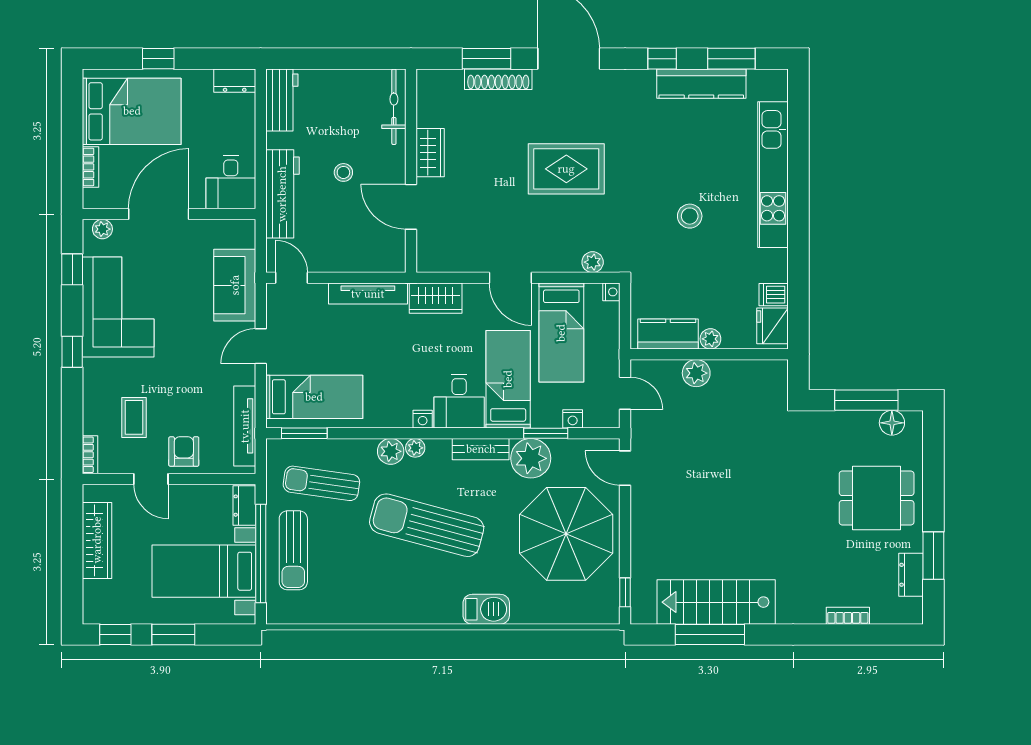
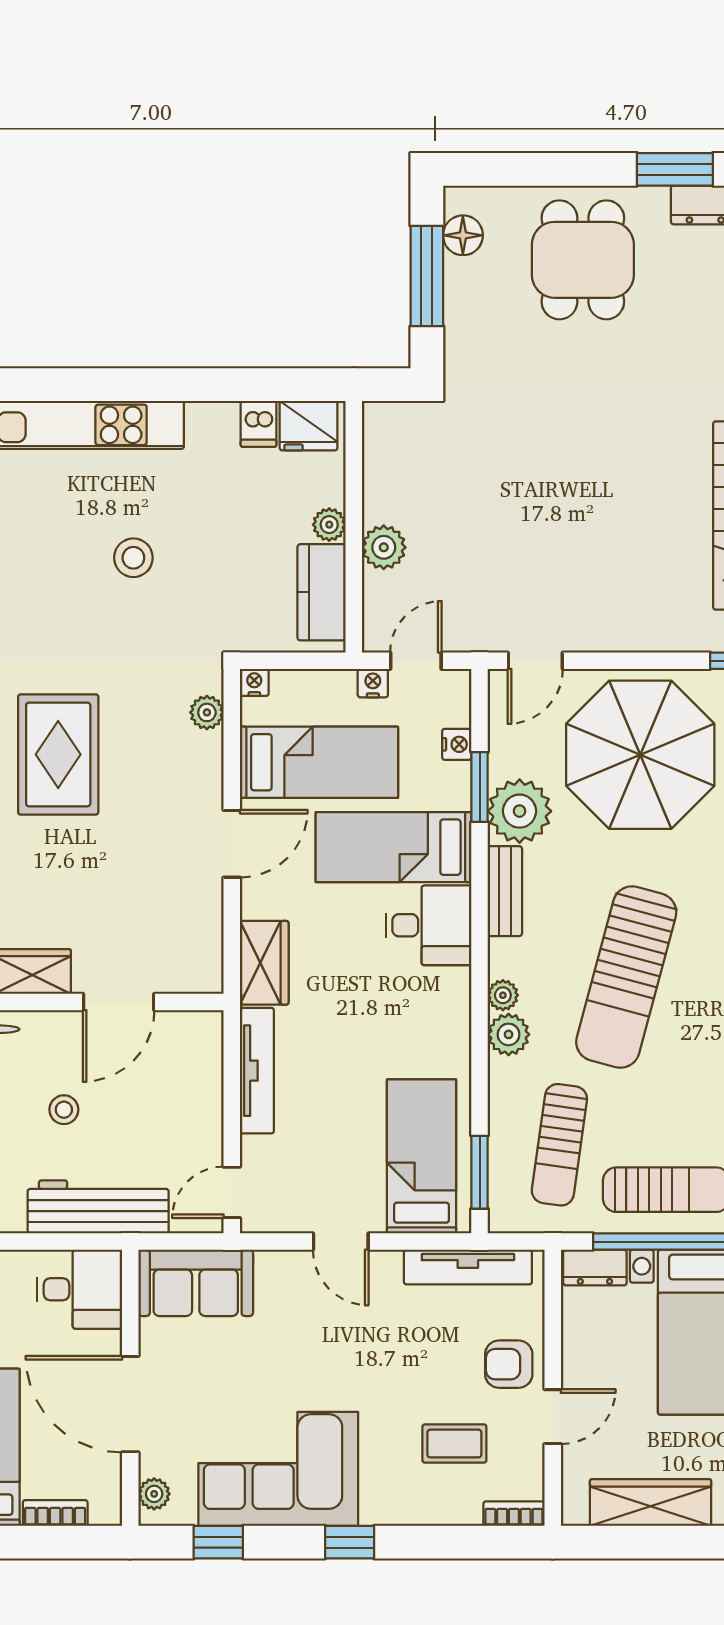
sofa: (235, 285) -> (196, 1283), moved
nightstand: (423, 419) -> (373, 683), moved, turned -90

